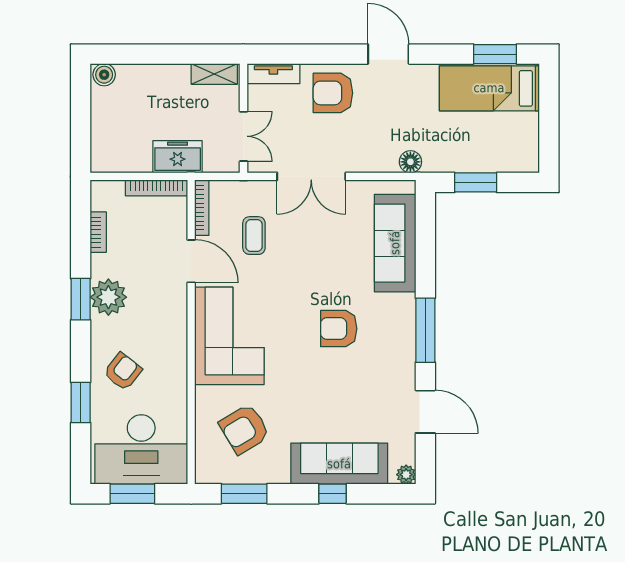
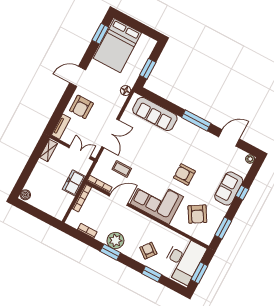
bed: (489, 88) -> (117, 46), width x1.50
armchair: (339, 329) -> (184, 175), moved, turned 90
sofa: (339, 464) -> (229, 189), width x0.73

